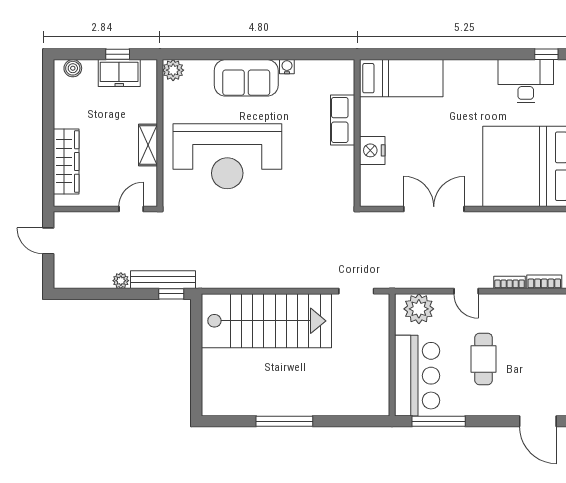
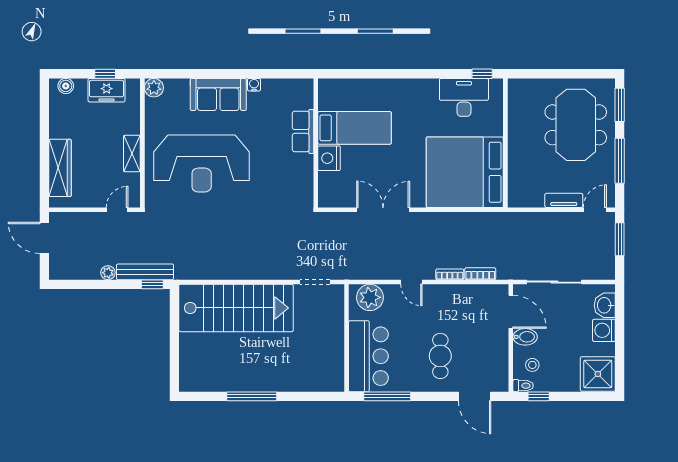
bed: (401, 78) -> (354, 128), moved
door: (48, 241) -> (44, 238), width x1.38
cafe table: (484, 359) -> (440, 356), moved

